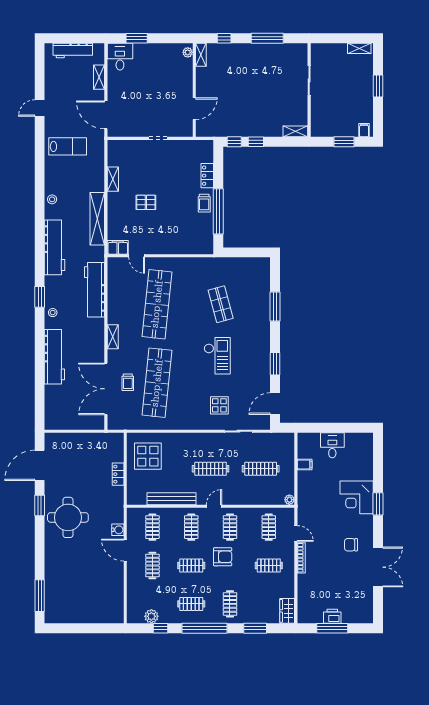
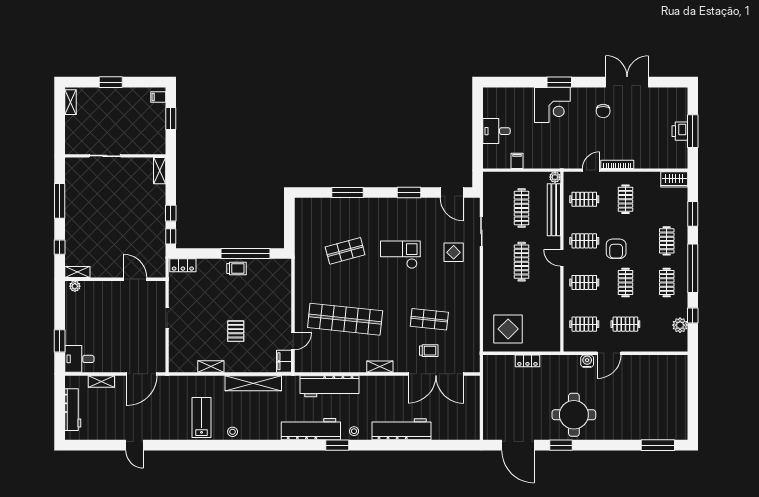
lab bench: (68, 146) -> (202, 418), moved
locker: (207, 176) -> (183, 265), moved
workbench: (55, 247) -> (311, 429), moved
shop shelf: (157, 383) -> (429, 319), width x0.50, depth x0.74
bench: (172, 499) -> (554, 210), moved
armchair: (223, 557) -> (616, 249), turned 180
clothes rail: (230, 604) -> (667, 241), turned 90

